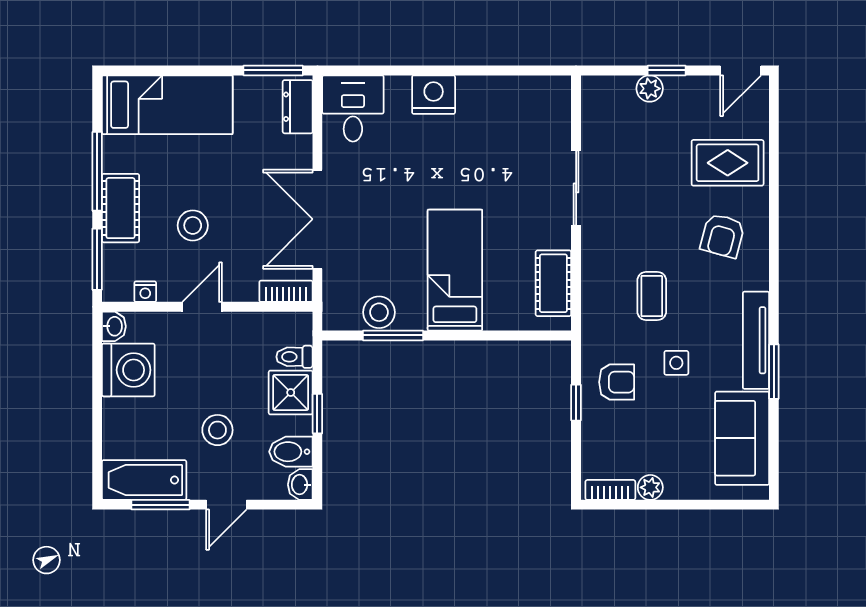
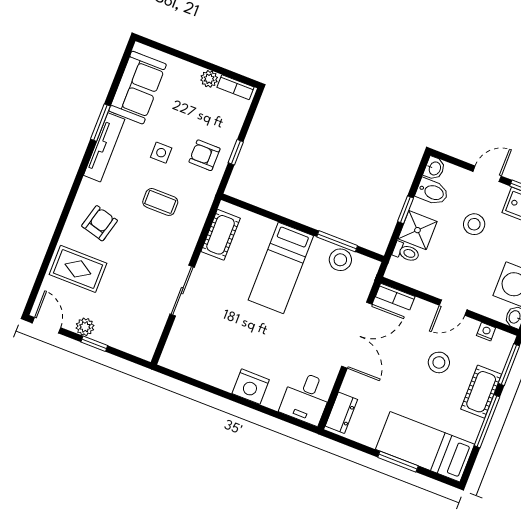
window: (273, 70) -> (398, 462), moved
door: (741, 70) -> (46, 325), hinge flipped
plant: (650, 89) -> (85, 327), moved
coffee table: (652, 296) -> (160, 202), turned 90

